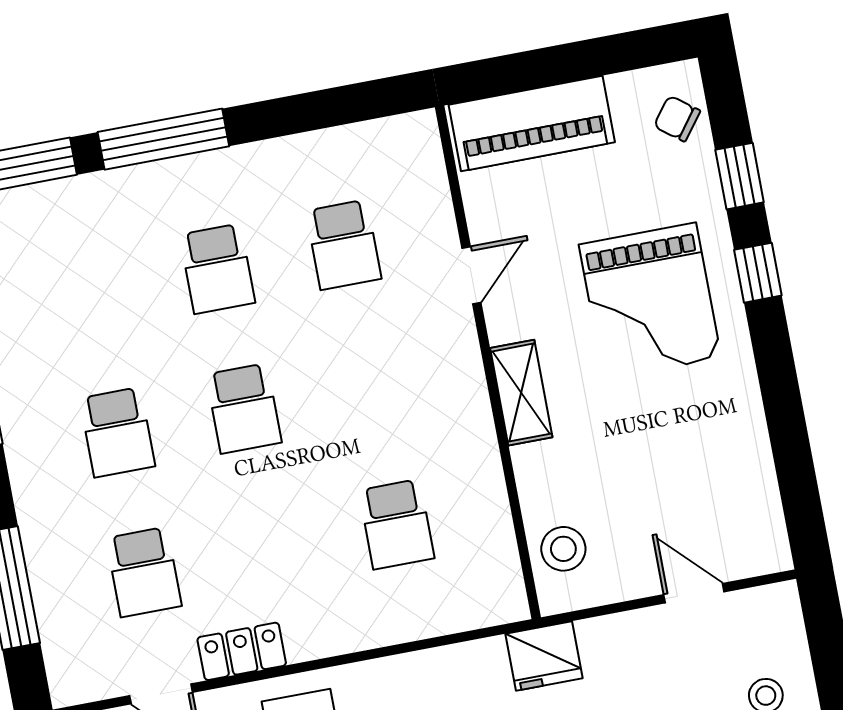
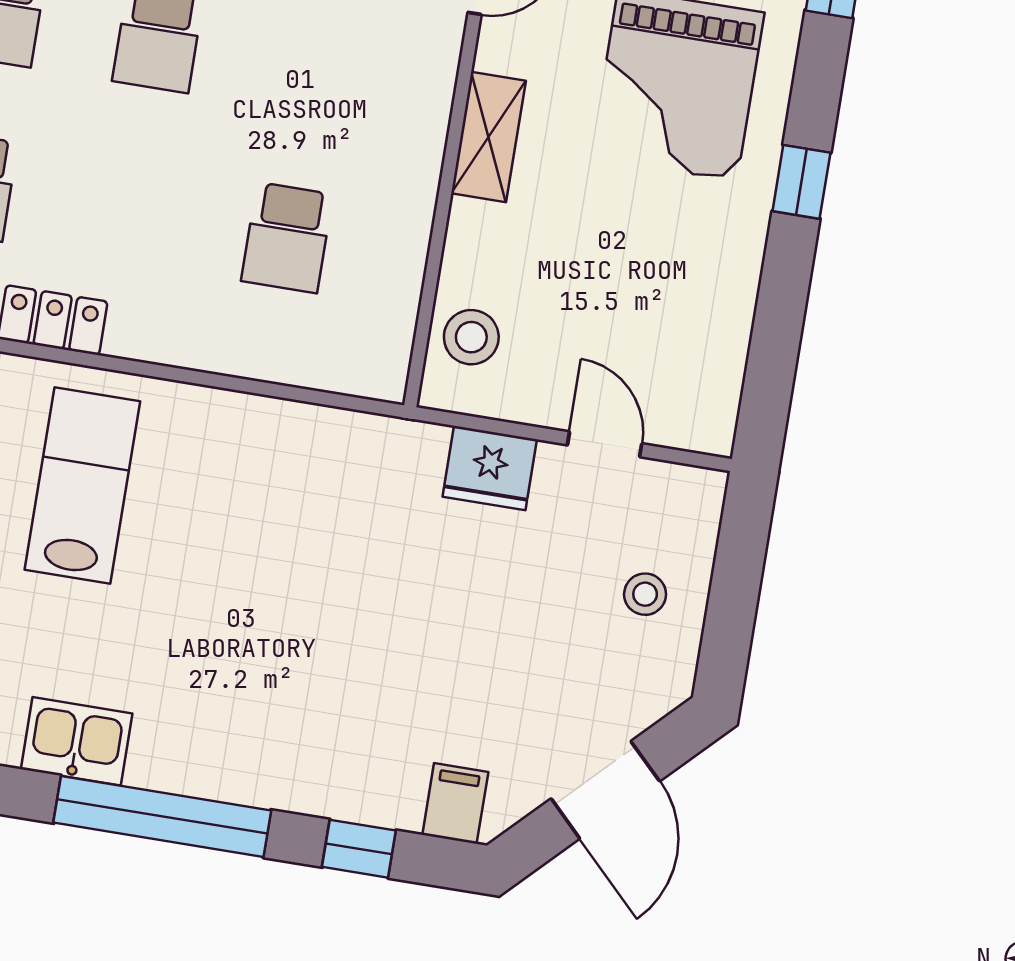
window: (758, 273) -> (801, 182), moved
fridge: (544, 656) -> (490, 468), moved

